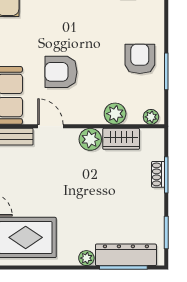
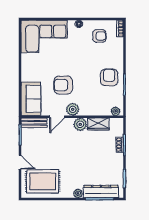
plant: (115, 114) -> (73, 109), moved
door: (50, 126) -> (57, 117), swing flipped

